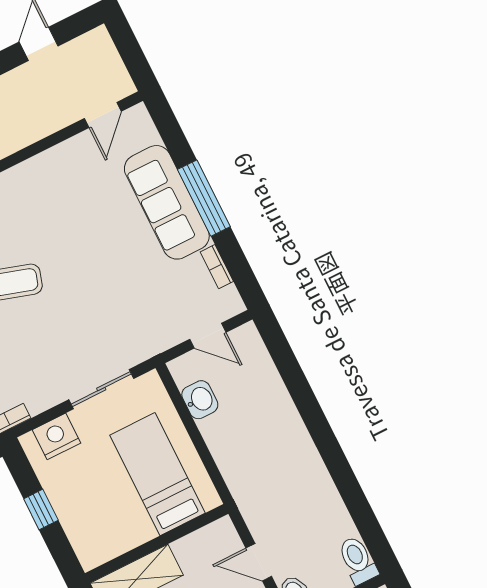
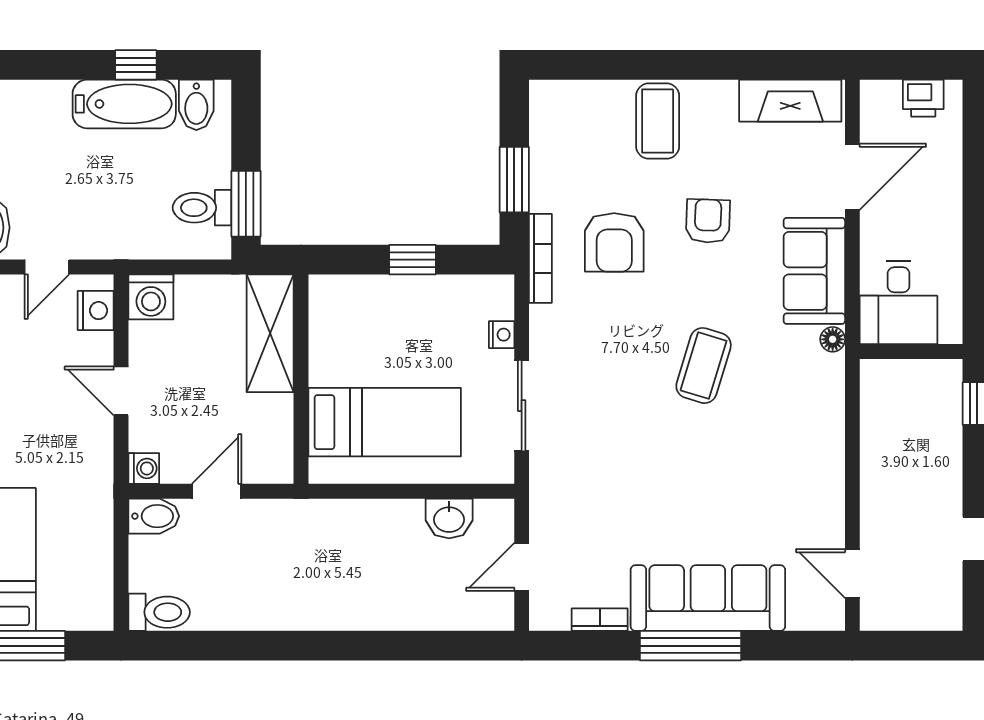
nightstand: (56, 436) -> (502, 335), width x0.53, depth x0.56

